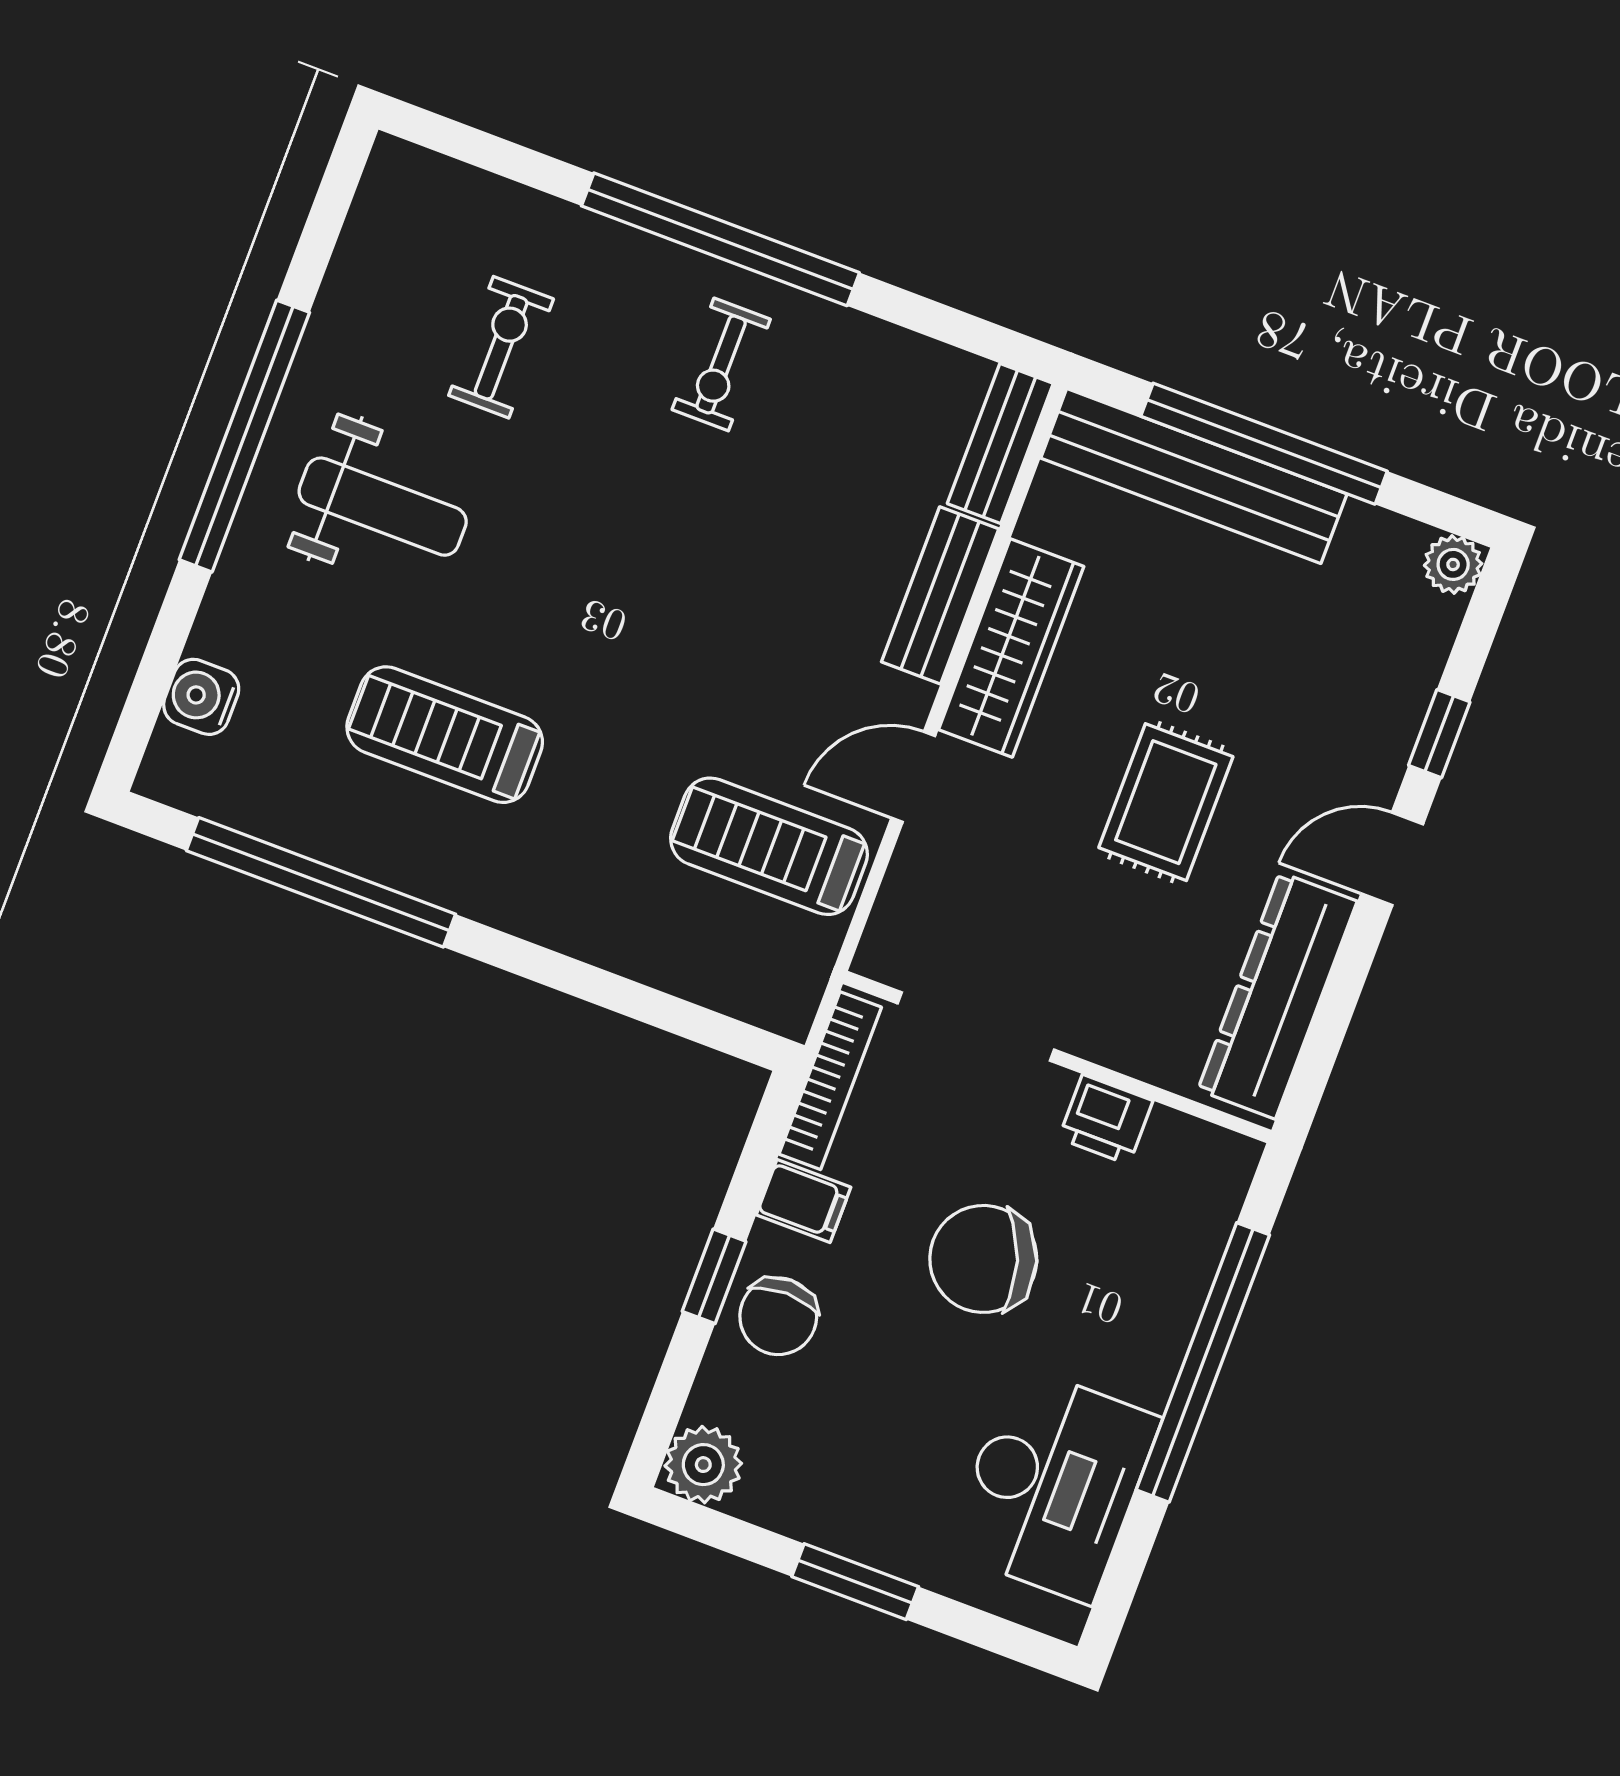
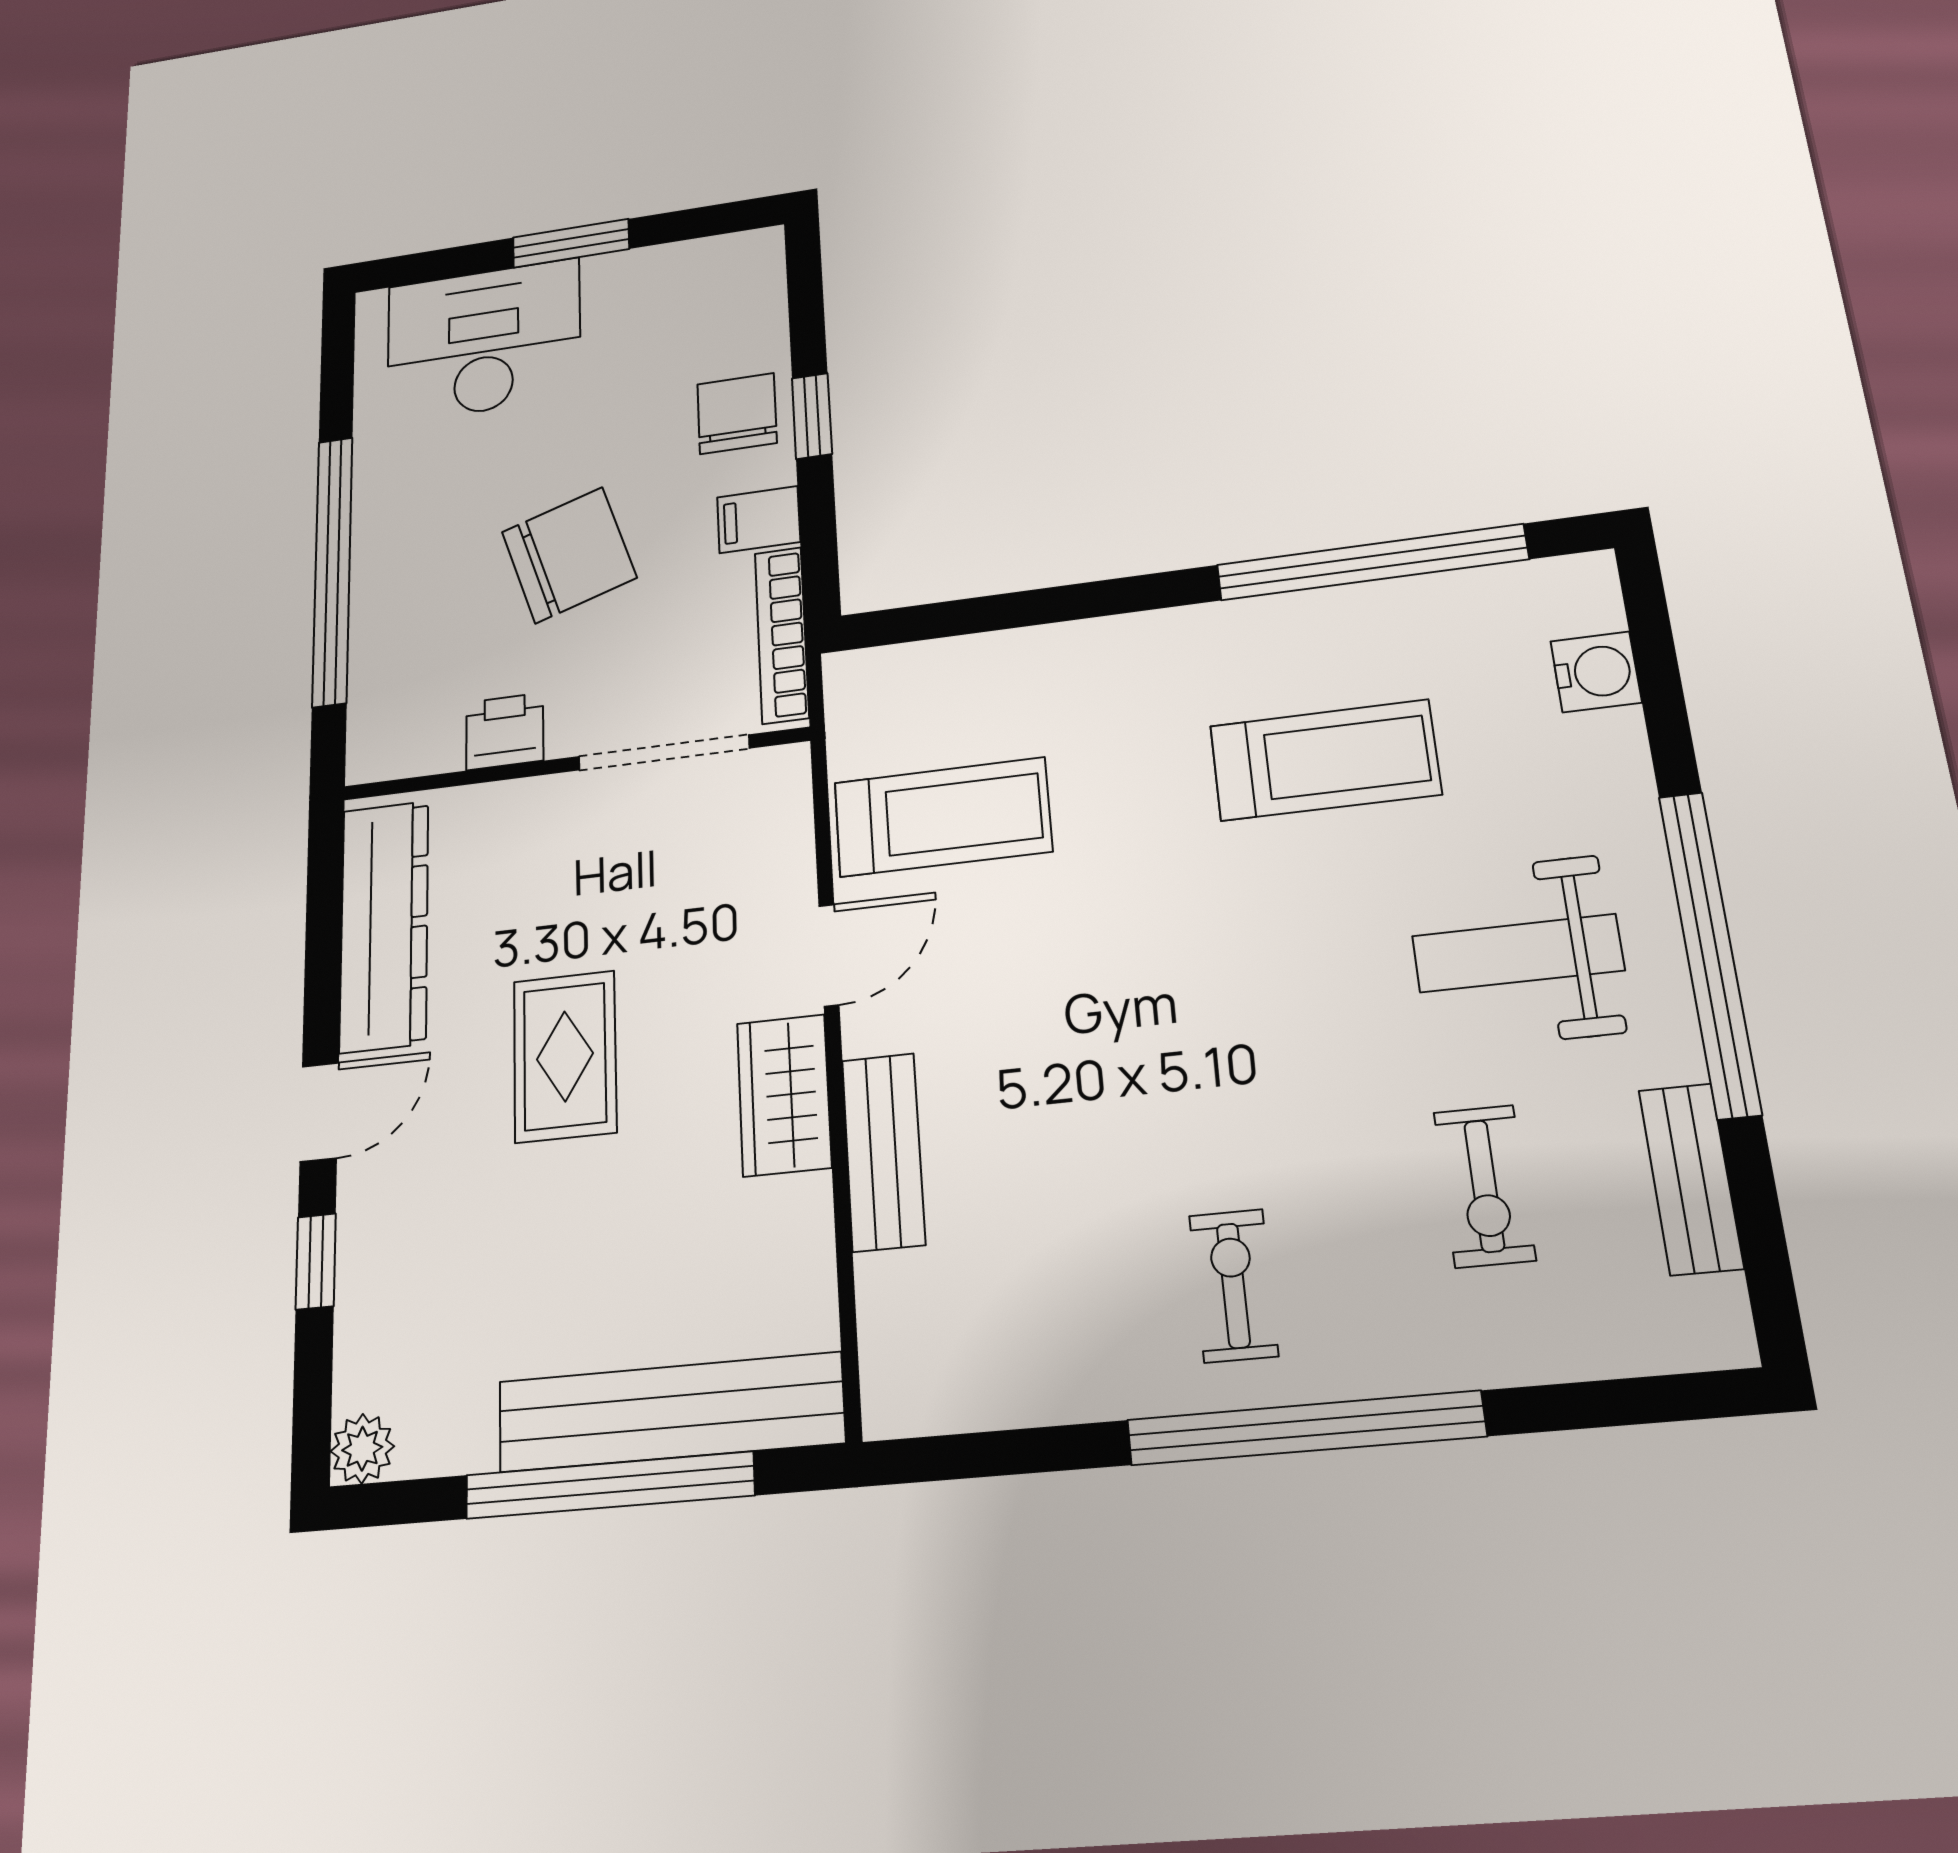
bench: (1000, 443) -> (1691, 1179), moved
wardrobe: (1011, 648) -> (784, 1095), width x0.67
plant: (703, 1465) -> (748, 263), removed
desk: (1053, 1484) -> (484, 341), moved, turned 90

